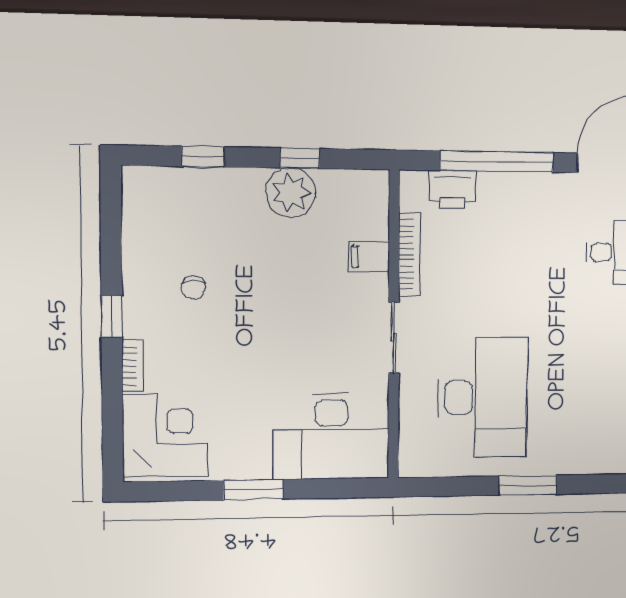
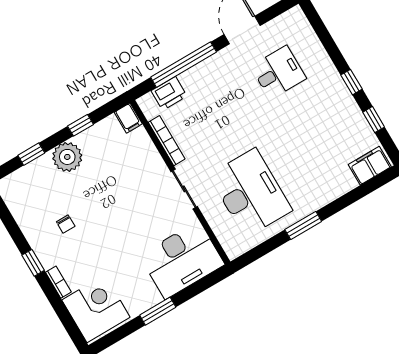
plant: (291, 193) -> (67, 157), moved
filing cabinet: (369, 257) -> (128, 118), moved, turned -90

